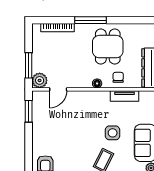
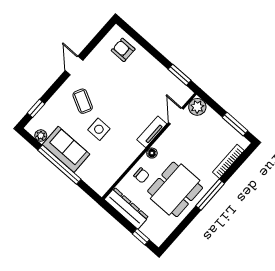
dining table: (108, 47) -> (175, 189), width x1.38
window: (29, 65) -> (235, 124), moved
tv unit: (125, 96) -> (152, 132), moved

